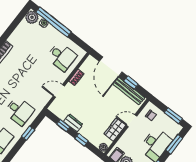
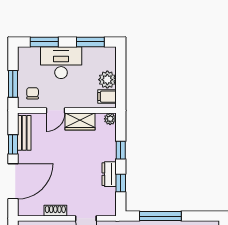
bench: (129, 91) -> (24, 133), width x0.73
window: (173, 116) -> (13, 84), moved
door: (131, 121) -> (56, 110), hinge flipped
window: (28, 133) -> (160, 216), width x2.17

